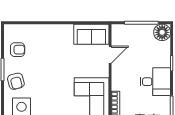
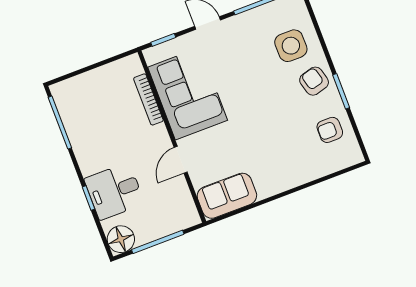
door: (110, 55) -> (181, 160), moved
desk: (155, 82) -> (114, 191), moved

